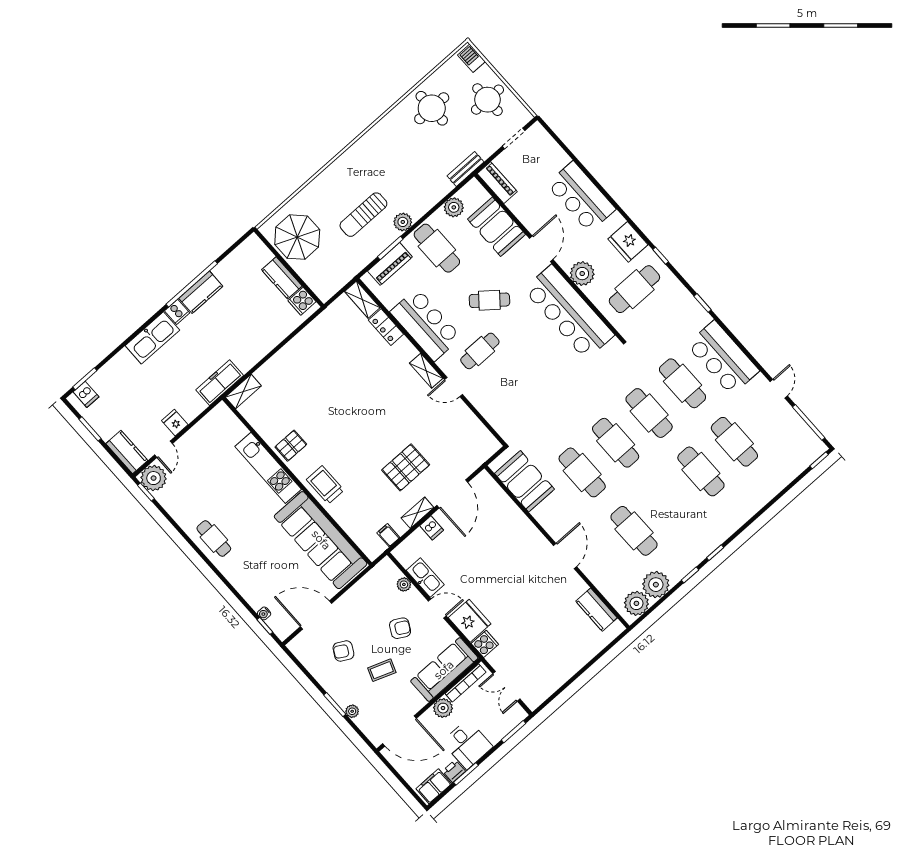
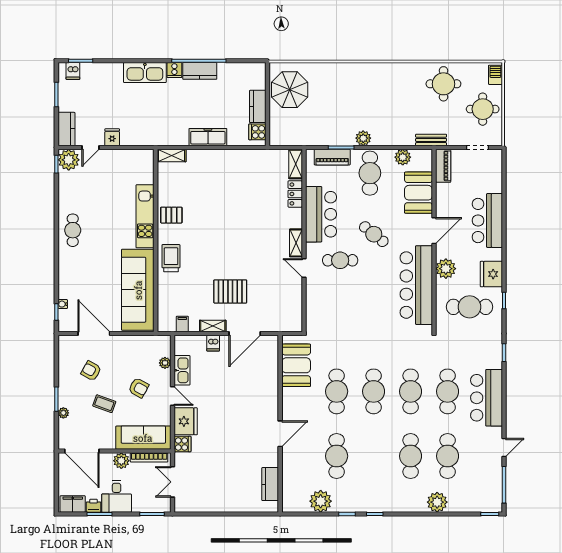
sun lounger: (363, 215) -> (343, 112), removed
freezer: (220, 383) -> (208, 137), moved
plant: (636, 603) -> (437, 502), moved

